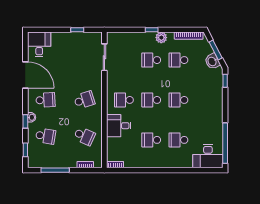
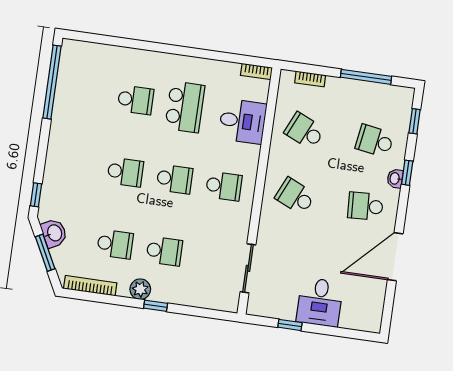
desk: (39, 44) -> (320, 302), moved
door: (25, 75) -> (395, 257), hinge flipped
school desk: (84, 100) -> (295, 196), turned 42
desk: (119, 126) -> (242, 121), moved
school desk: (151, 140) -> (185, 107), width x1.85
desk: (208, 156) -> (86, 63), removed

